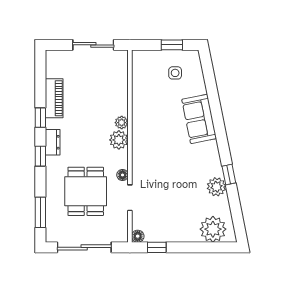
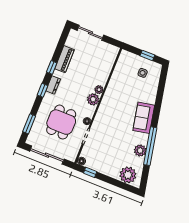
sliding door: (93, 45) -> (90, 33), moved
sofa: (199, 119) -> (144, 118), moved
window: (229, 175) -> (150, 146), width x3.17

